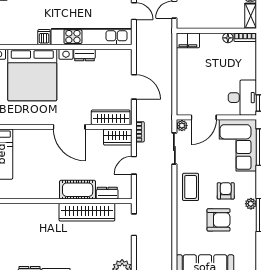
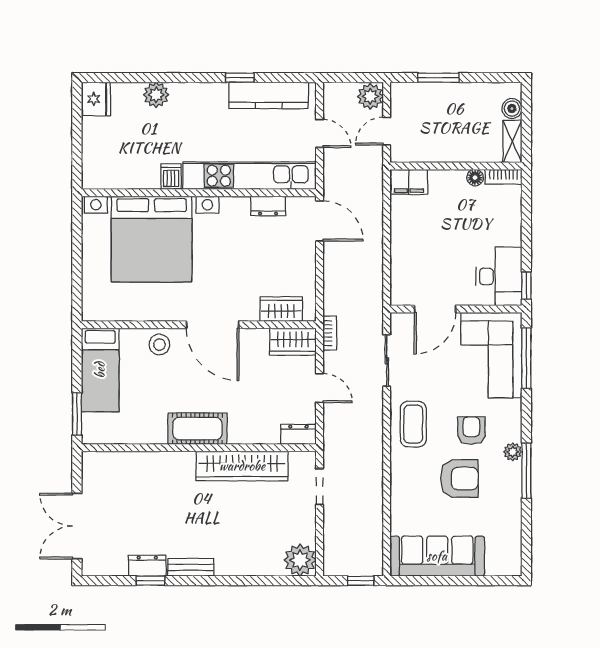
dresser: (84, 55) -> (268, 206), moved
door: (134, 87) -> (320, 221), moved
wardrobe: (111, 117) -> (281, 309), width x0.67
plant: (182, 126) -> (399, 323), removed
stool: (37, 139) -> (159, 345), added
door: (134, 165) -> (320, 388), swing flipped
cot: (78, 190) -> (197, 429), moved
dresser: (107, 193) -> (298, 434), moved

